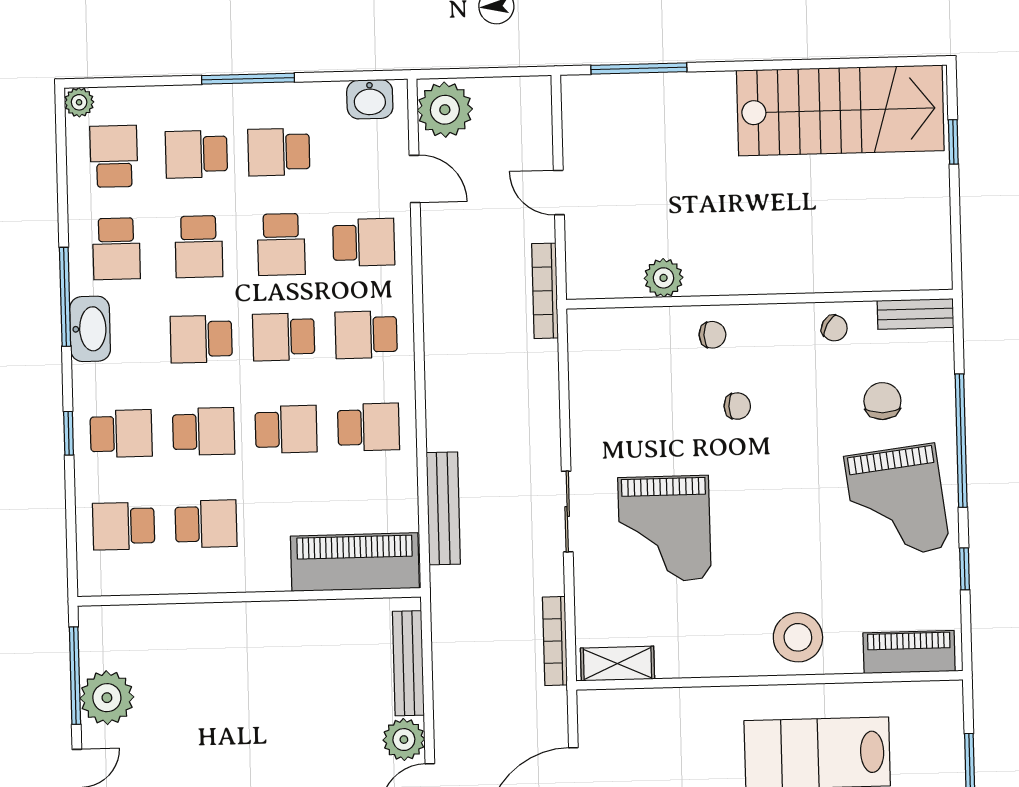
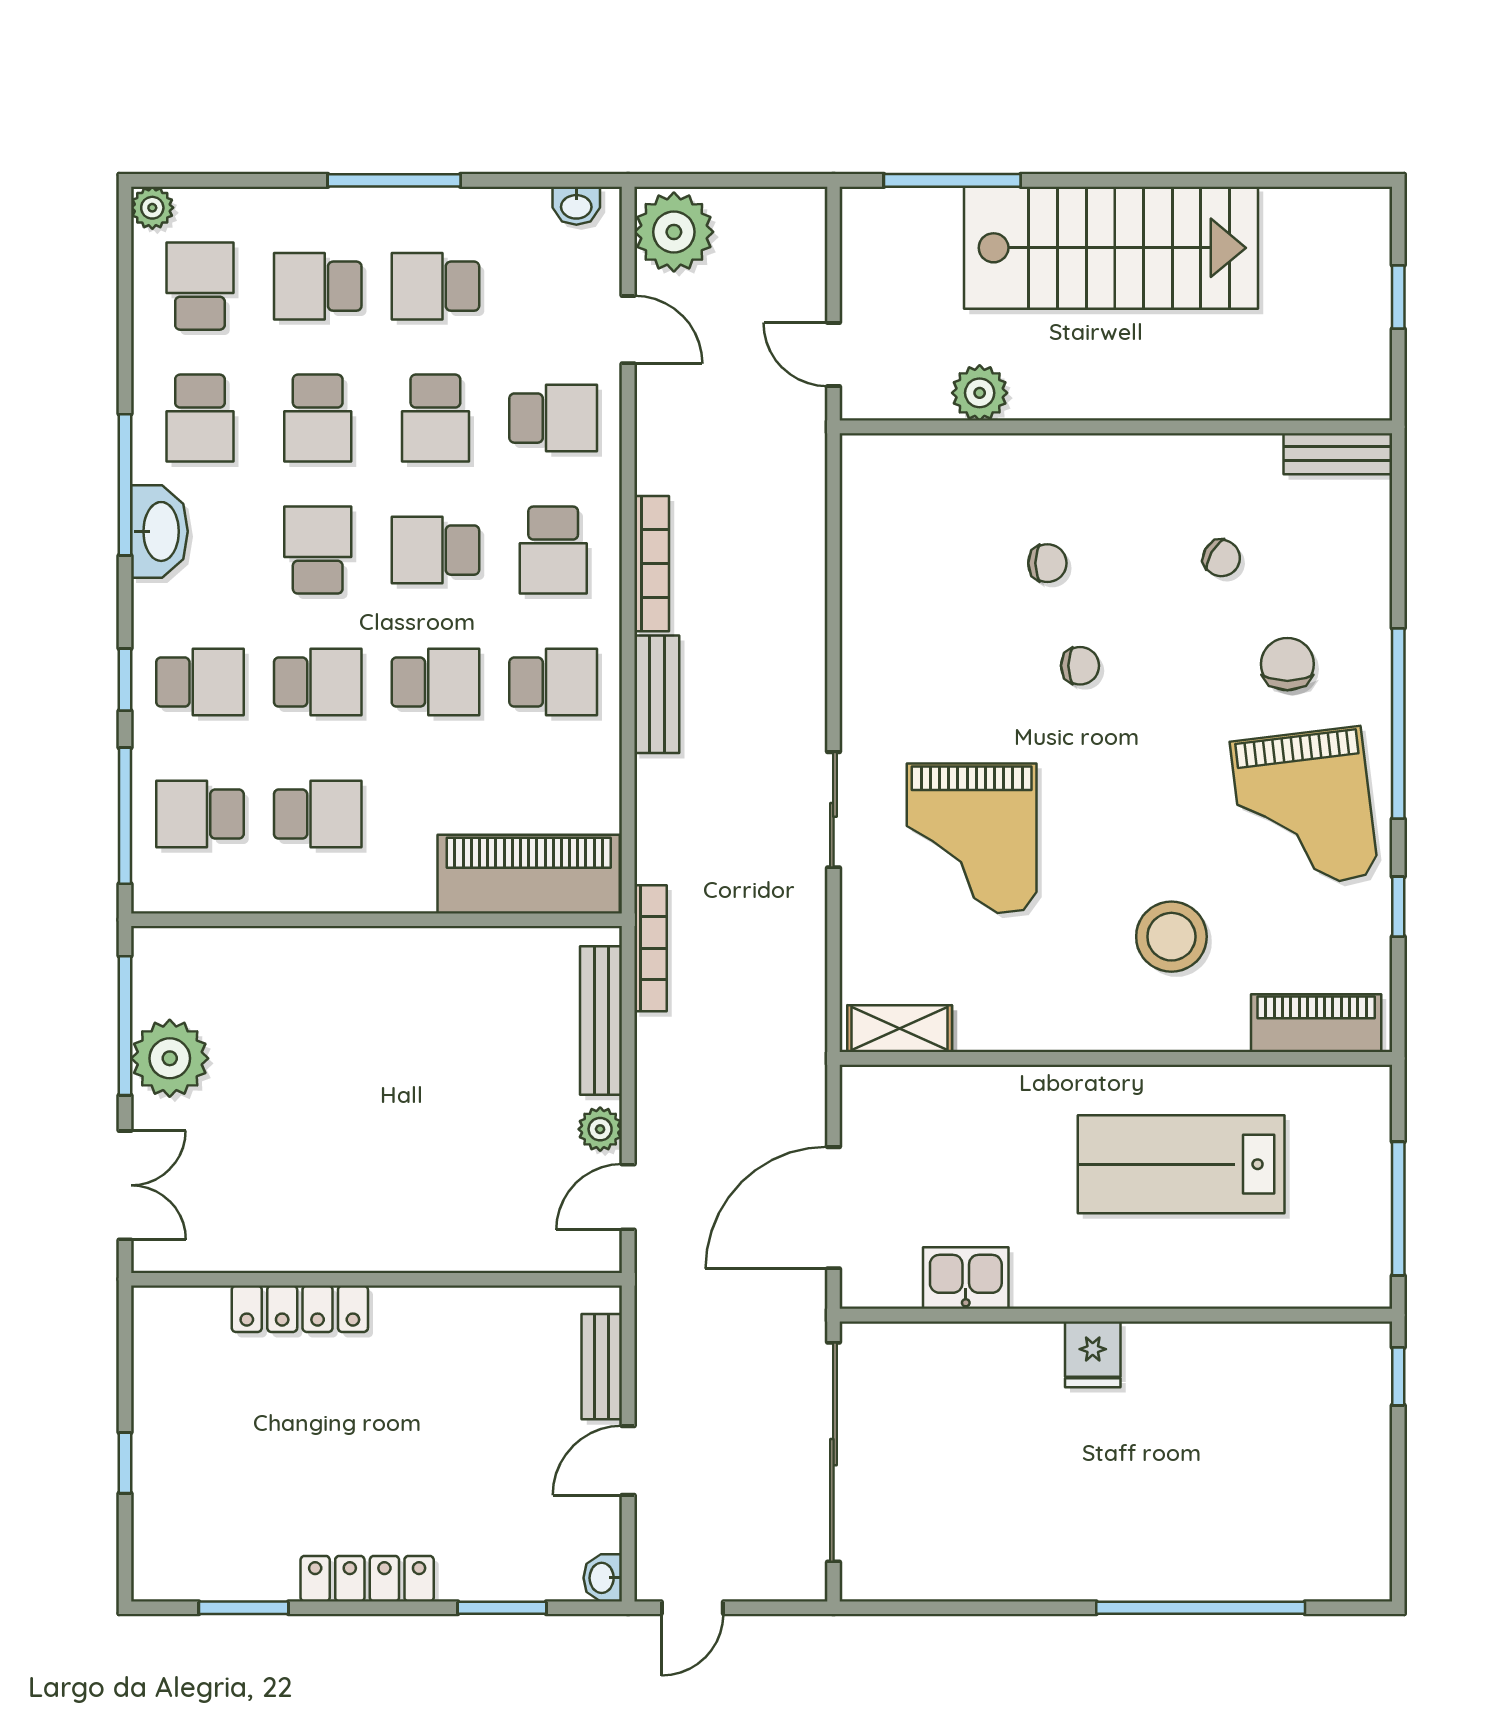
washbasin: (370, 99) -> (576, 206), width x0.72, depth x0.69
stairs: (840, 110) -> (1111, 248), moved
plant: (664, 278) -> (980, 393), moved
bookcase: (545, 291) -> (652, 564), moved, turned 180
wall: (760, 299) -> (1116, 427), moved
bench: (915, 314) -> (1338, 454), moved
school desk: (366, 335) -> (553, 550), turned -90
school desk: (201, 339) -> (318, 550), turned 90
bench: (443, 508) -> (657, 694), moved, width x0.73
window: (71, 529) -> (125, 816), added
stool: (798, 637) -> (1171, 937), moved
bookcase: (555, 641) -> (650, 948), moved, turned 180
plant: (404, 740) -> (600, 1129), width x0.73, depth x0.73

